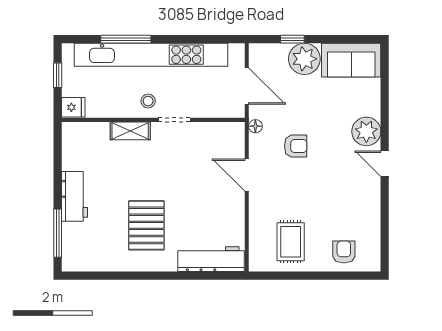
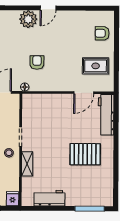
door: (247, 175) -> (84, 93), moved
workbench: (74, 196) -> (49, 198), moved

